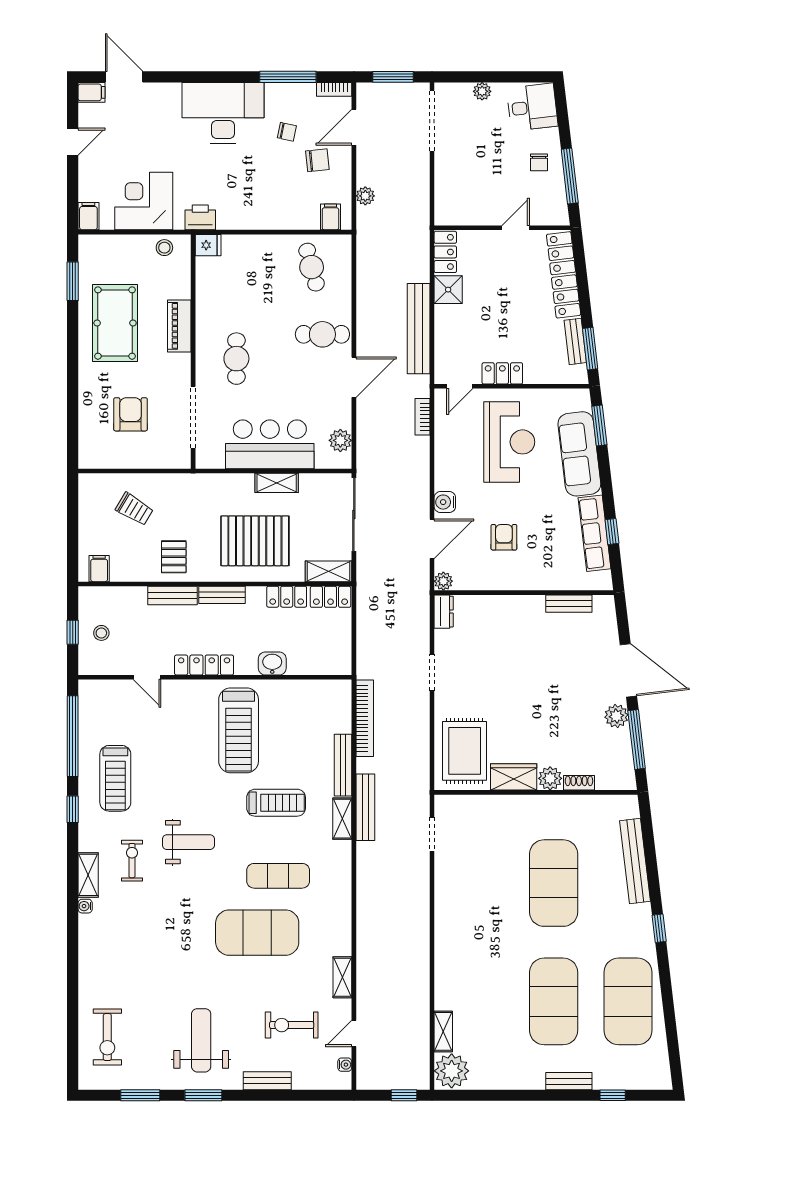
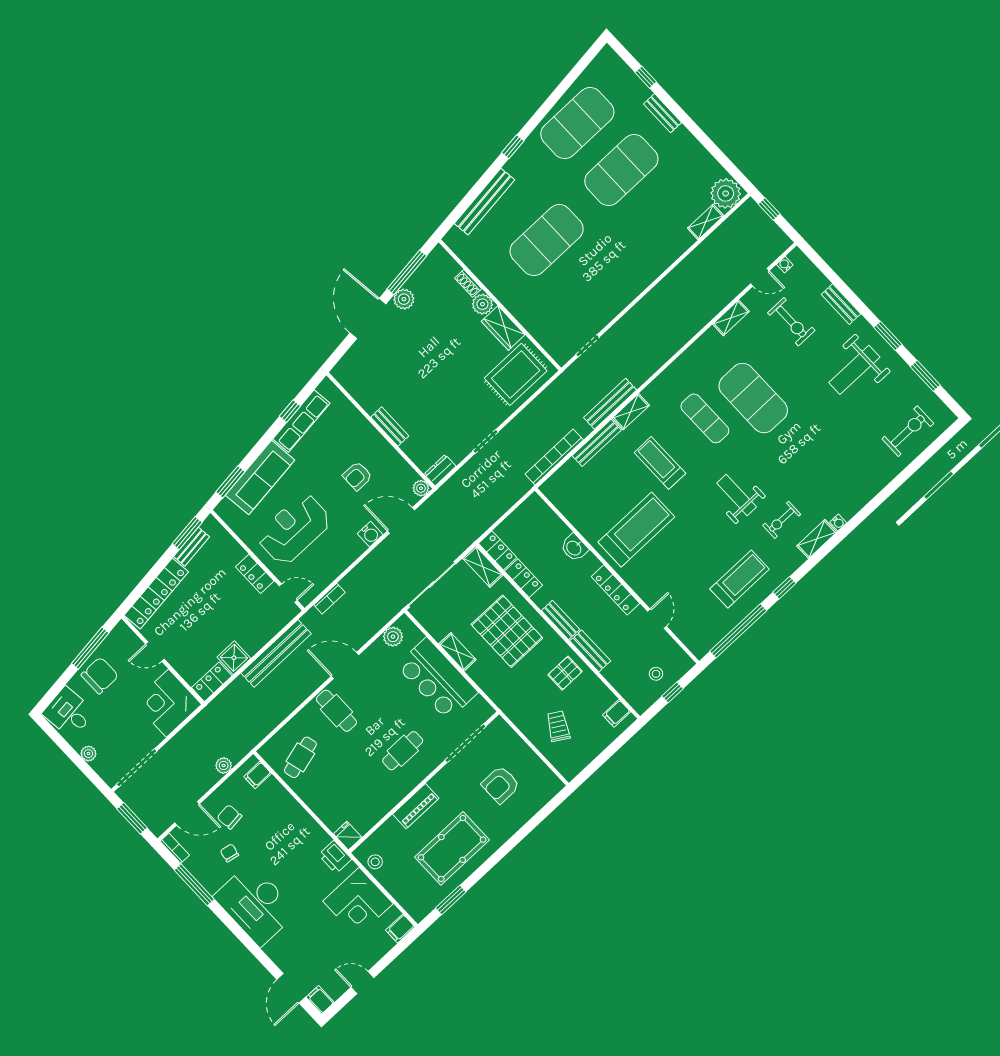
chair: (539, 162) -> (100, 675), width x1.87, depth x1.87
corner desk: (462, 198) -> (167, 703), added
bench: (569, 604) -> (390, 427), moved

